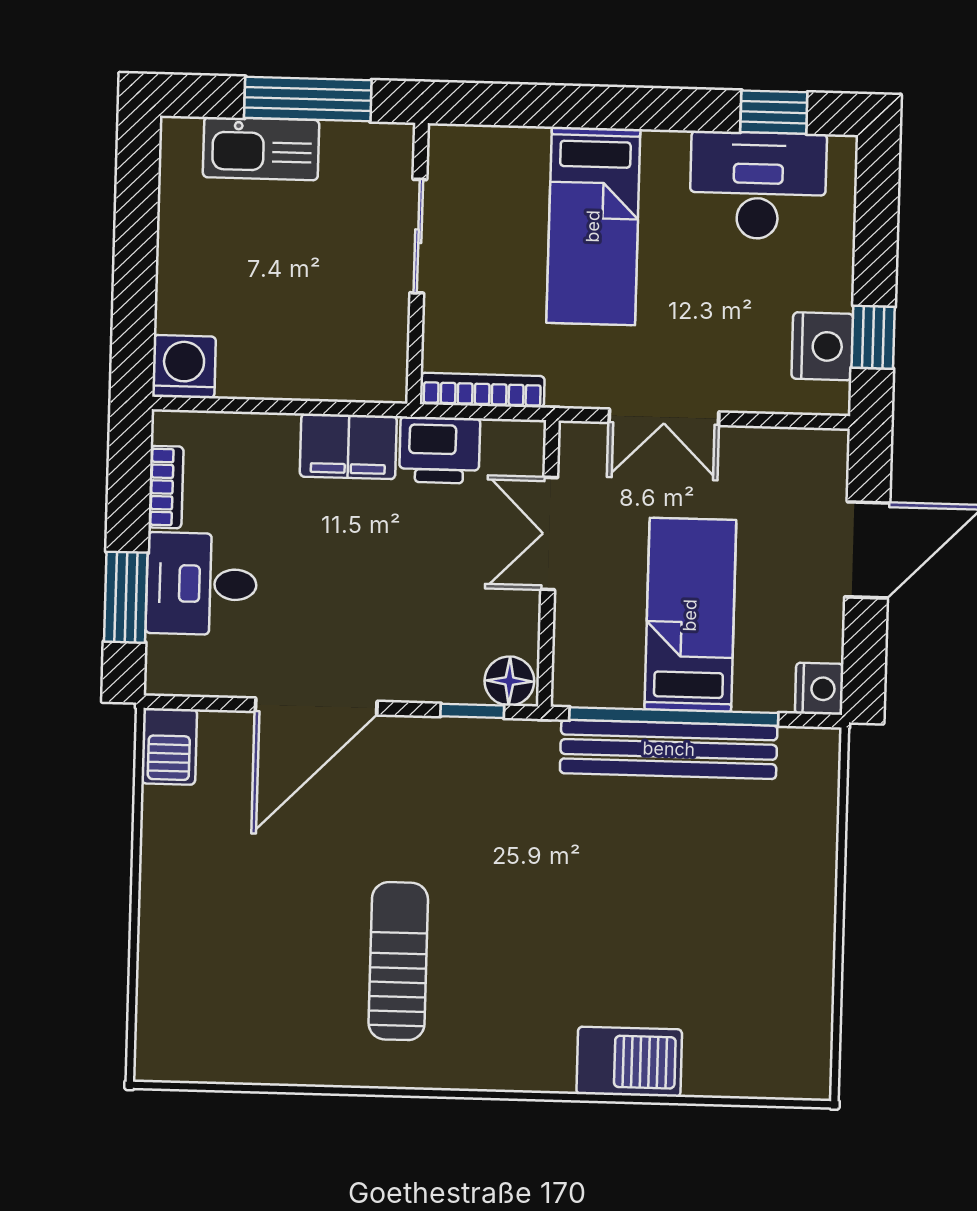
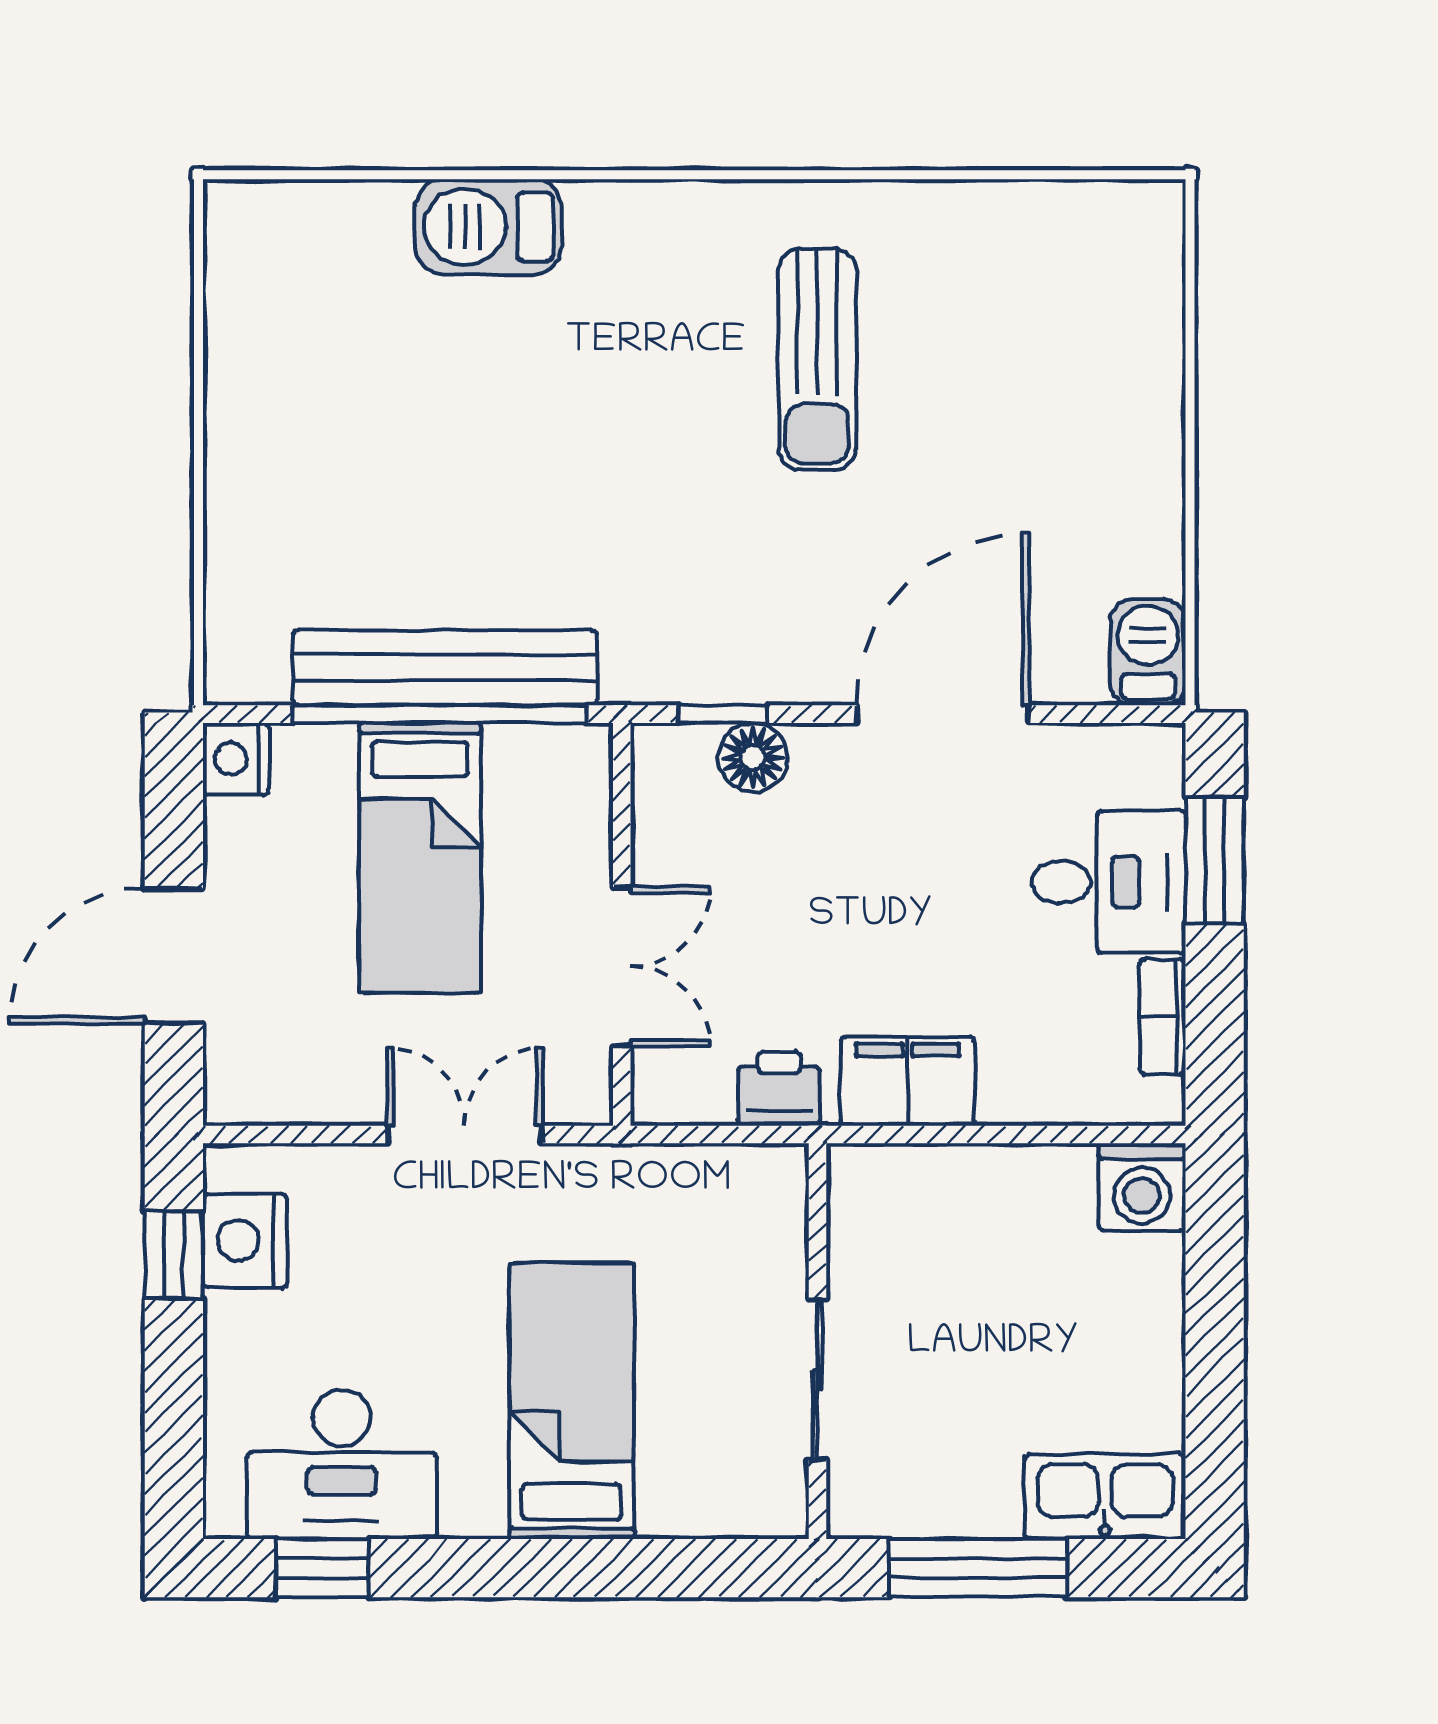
kitchen sink: (261, 149) -> (1105, 1496), moved
bookcase: (482, 390) -> (722, 1166), removed
printer: (440, 450) -> (779, 1089), width x0.73, depth x0.81
floor lamp: (509, 681) -> (753, 757), moved

